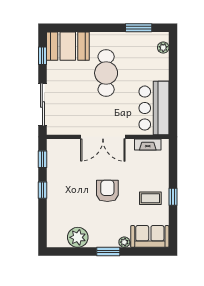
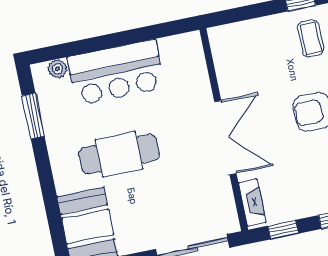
bar counter: (154, 108) -> (116, 72), moved
fireplace: (148, 145) -> (252, 203), moved

